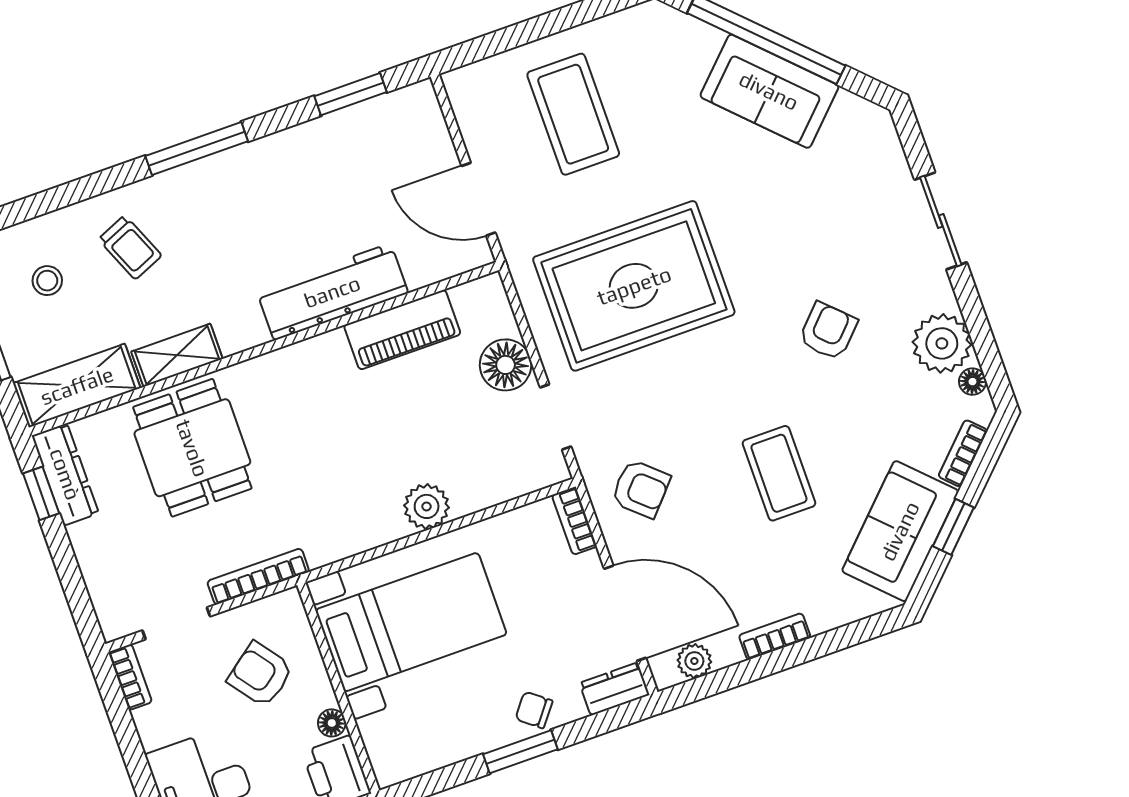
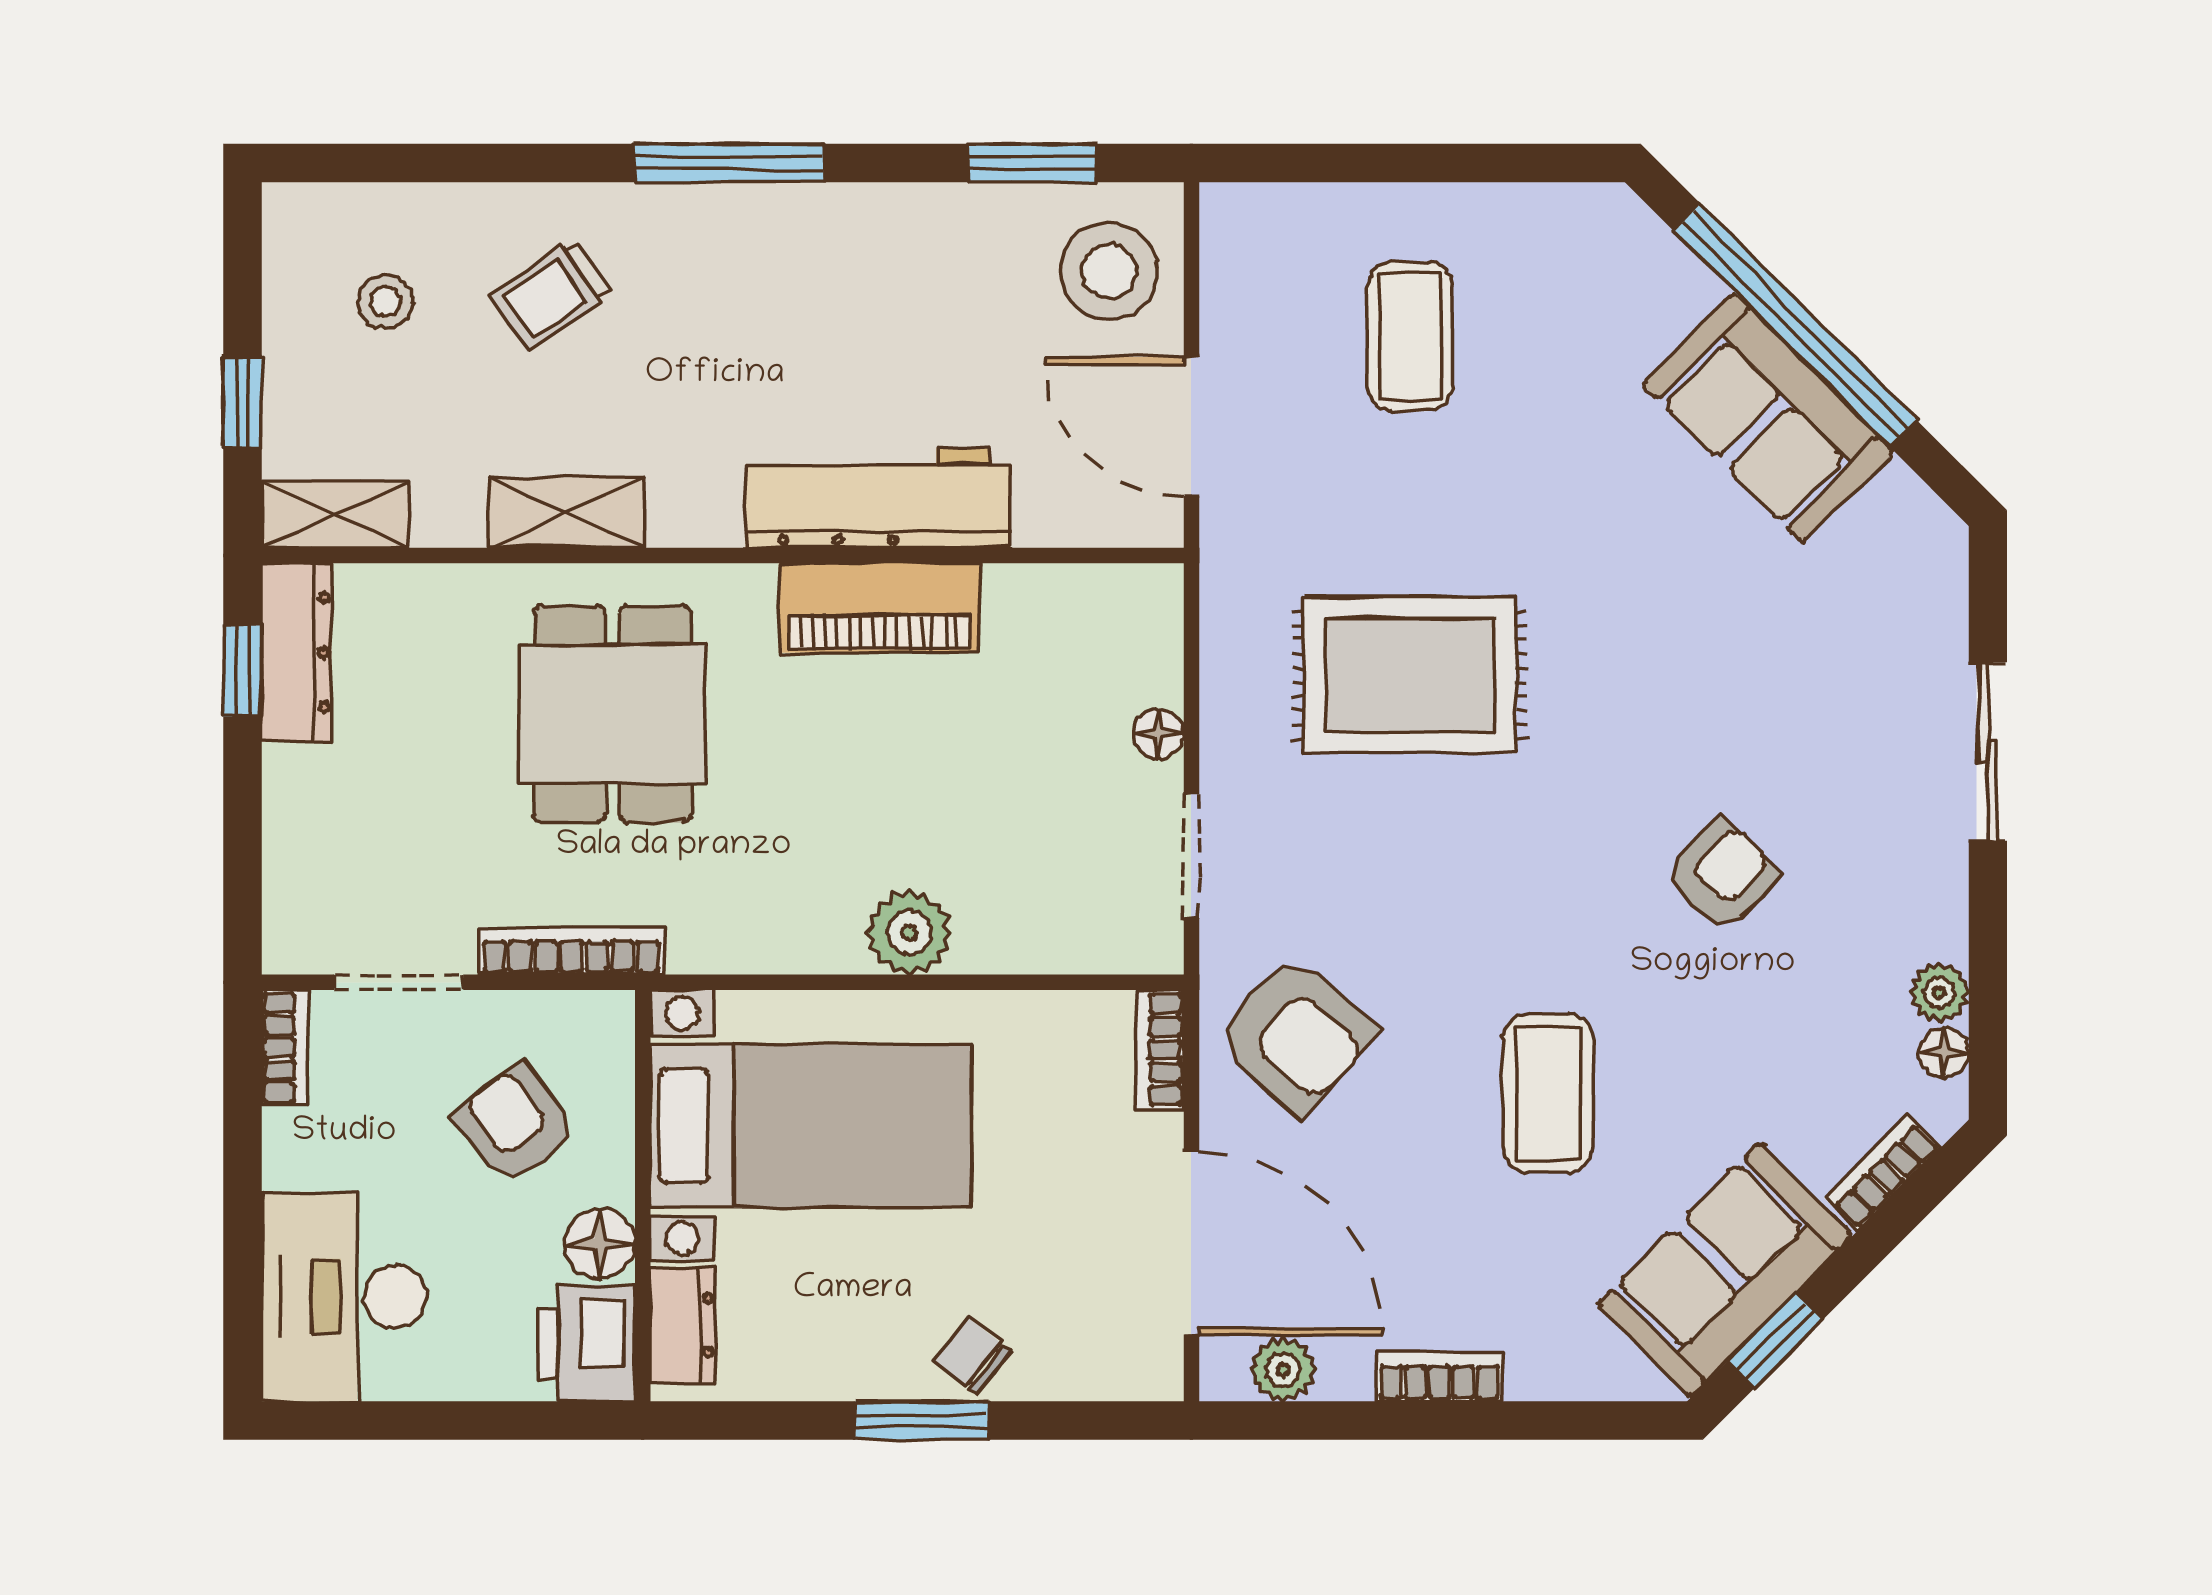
coffee table: (573, 114) -> (1410, 336), width x0.73, depth x0.76
stool: (409, 135) -> (1109, 271), added
trolley: (130, 247) -> (551, 295), turned 79
rug: (634, 286) -> (1410, 675), width x0.73, depth x0.69
piano: (402, 330) -> (879, 608), moved
plant: (942, 343) -> (1939, 992), width x0.53, depth x0.53
floor lamp: (506, 365) -> (1158, 734), width x0.53, depth x0.53
shelving: (77, 386) -> (335, 515), width x0.67, depth x0.75
dining table: (192, 448) -> (612, 714), moved
armchair: (641, 489) -> (1296, 1035), width x1.38, depth x1.38
window: (953, 527) -> (1775, 1341), moved
dresser: (614, 689) -> (683, 1325), moved, turned 90
floor lamp: (332, 723) -> (600, 1244), width x1.37, depth x1.37

